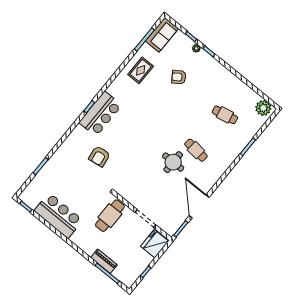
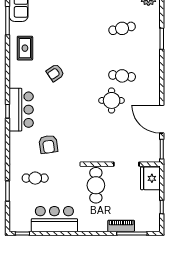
armchair: (179, 77) -> (55, 73), moved
cafe table: (69, 173) -> (35, 178), added

